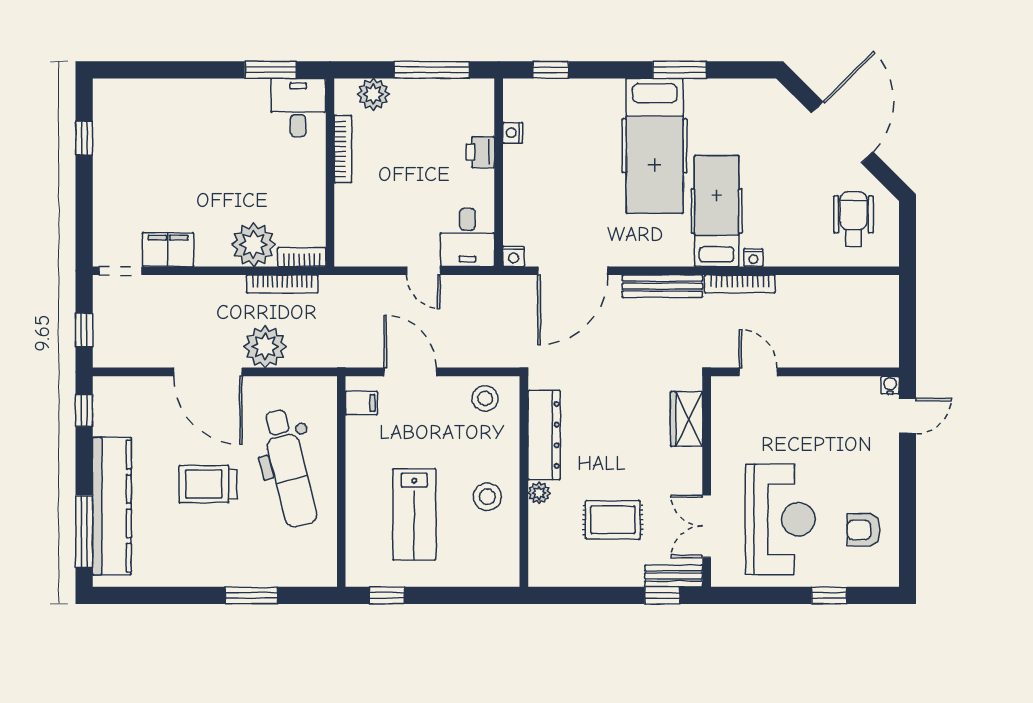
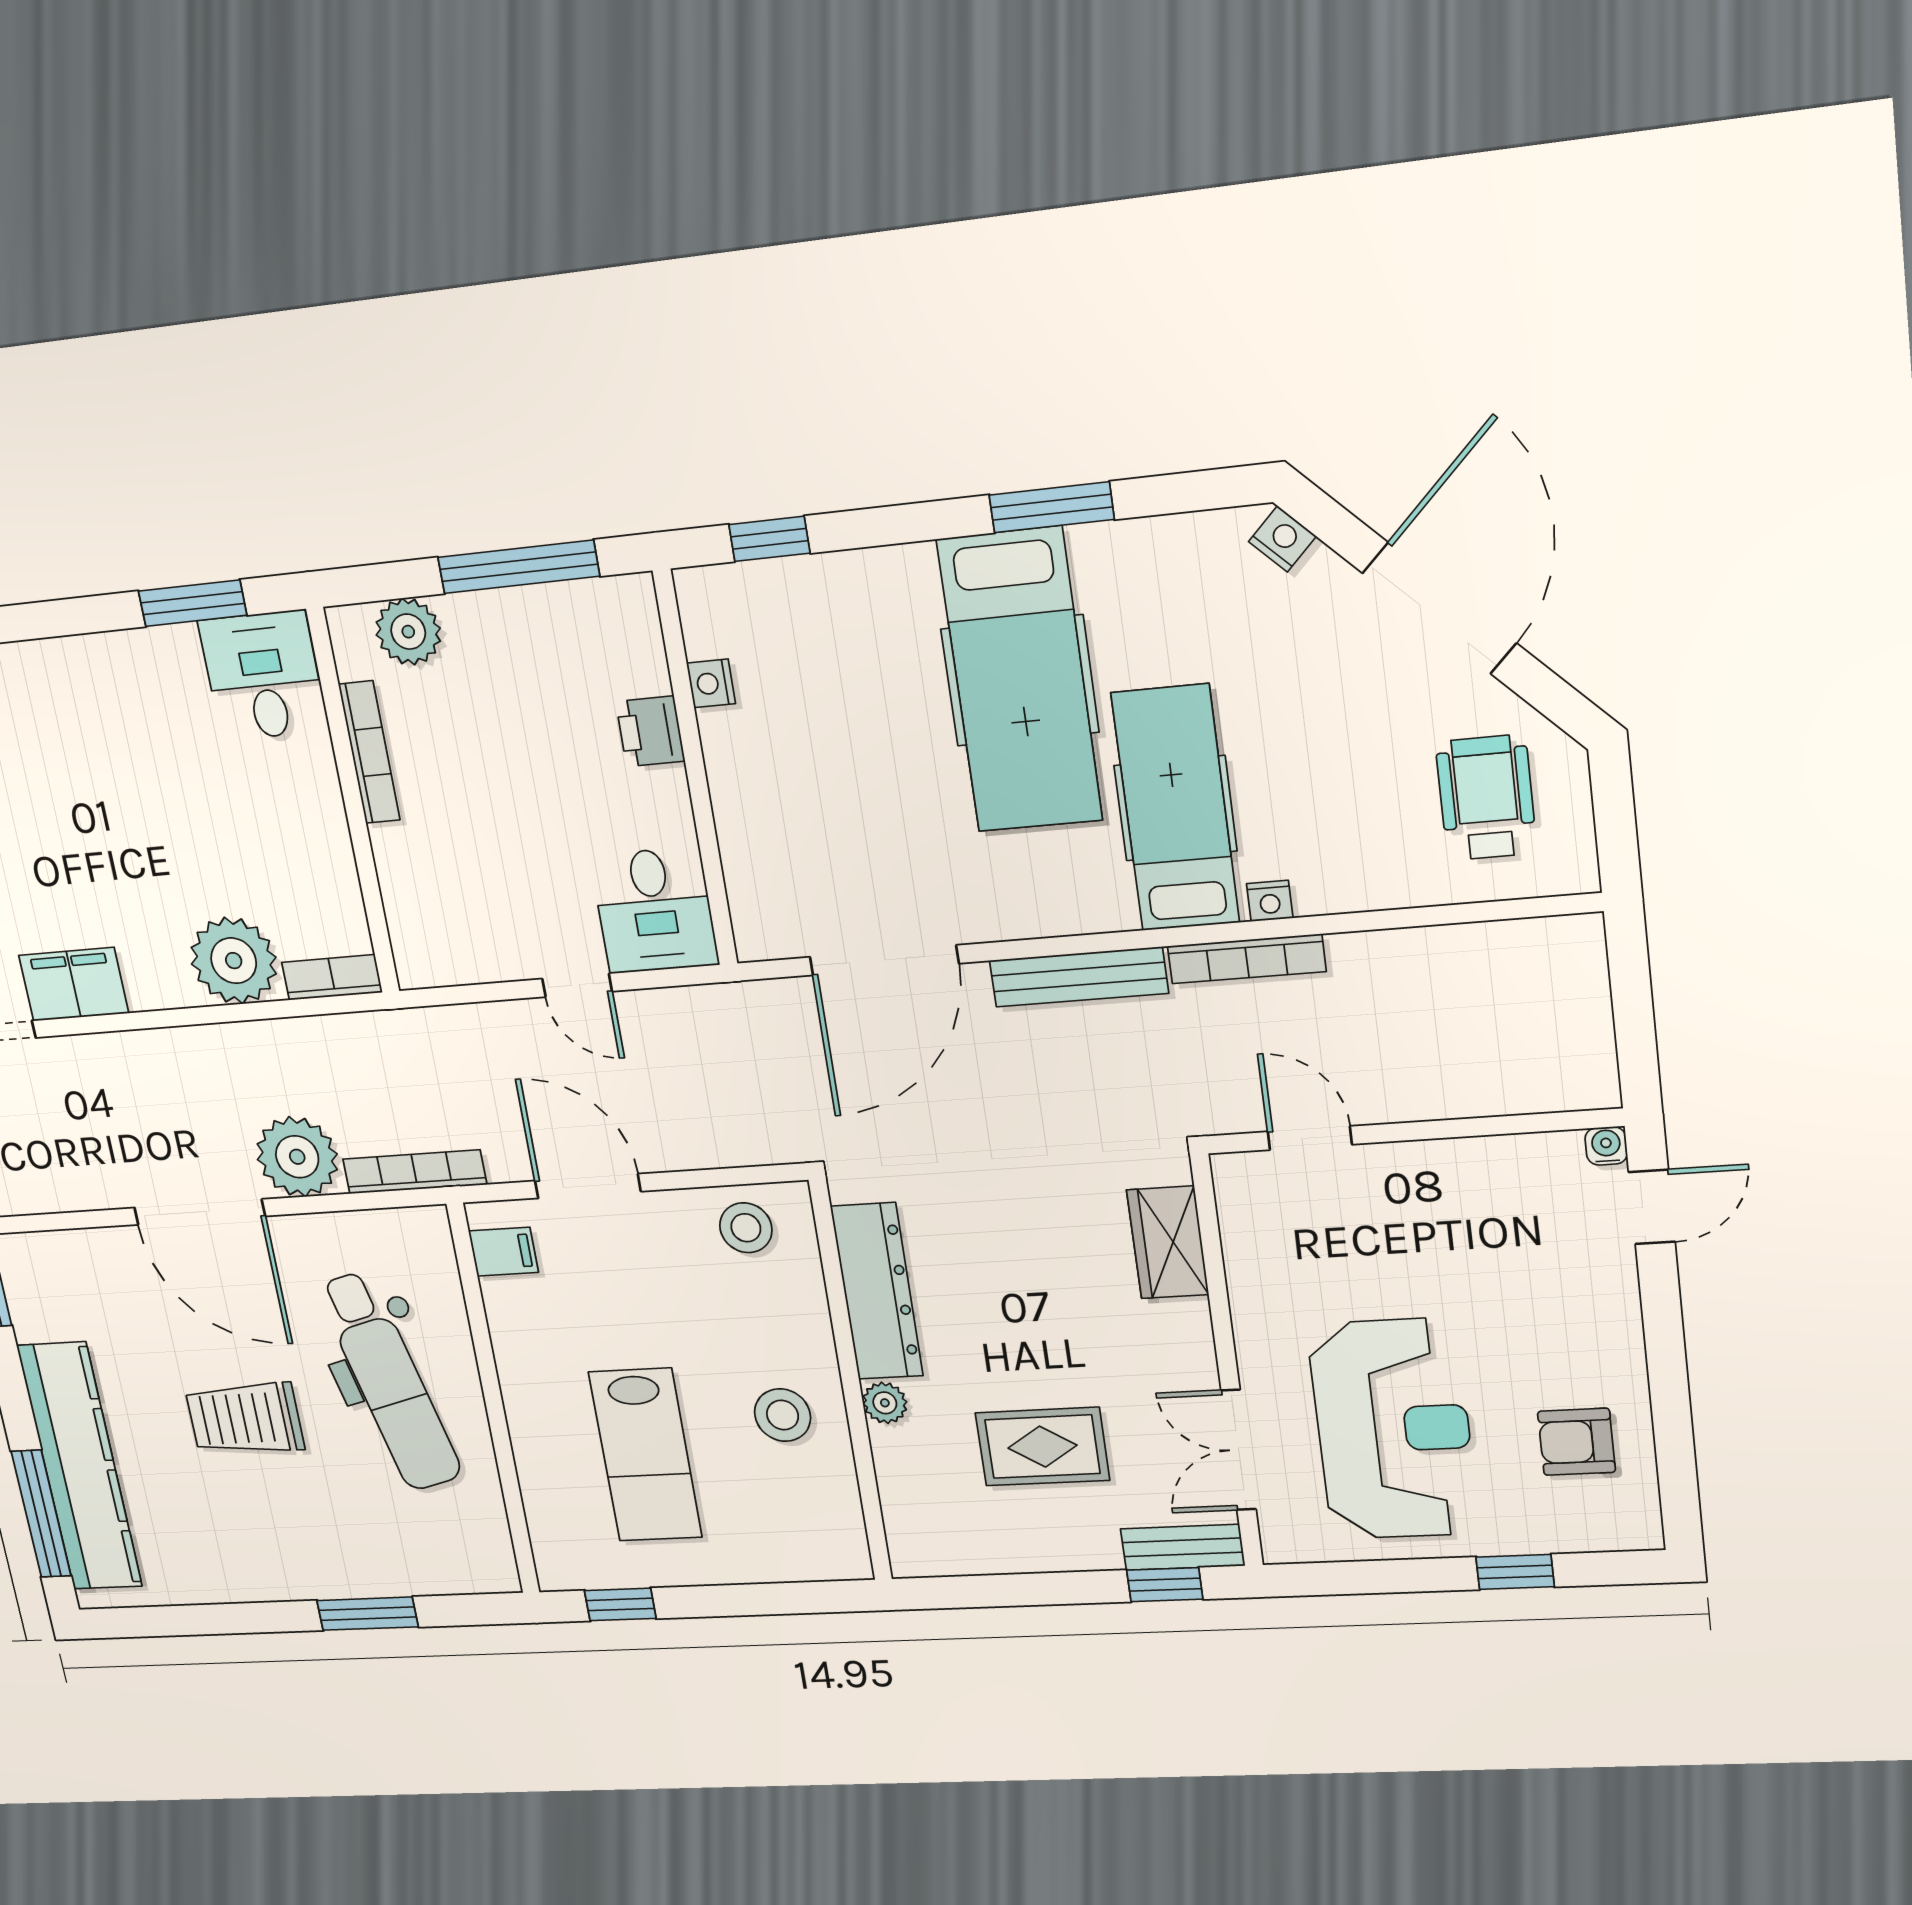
nightstand: (514, 256) -> (1282, 539), moved, turned -135
bookcase: (282, 284) -> (415, 1172), moved, turned 180

